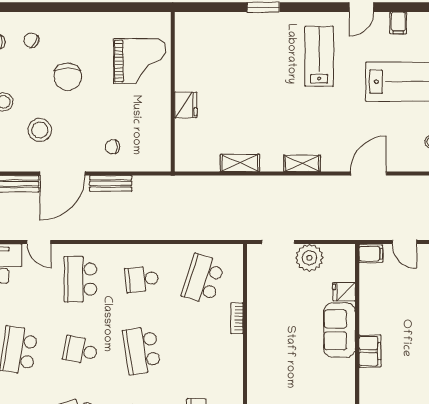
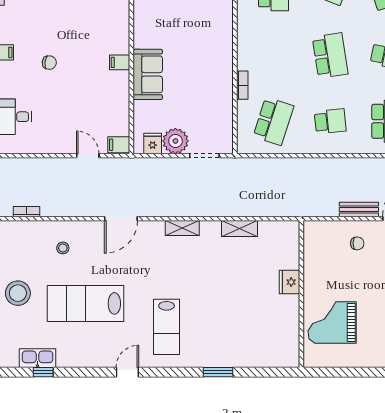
filing cabinet: (398, 23) -> (93, 358), removed
fridge: (344, 292) -> (153, 143), moved, turned -90
filing cabinet: (370, 351) -> (120, 62), width x0.50

